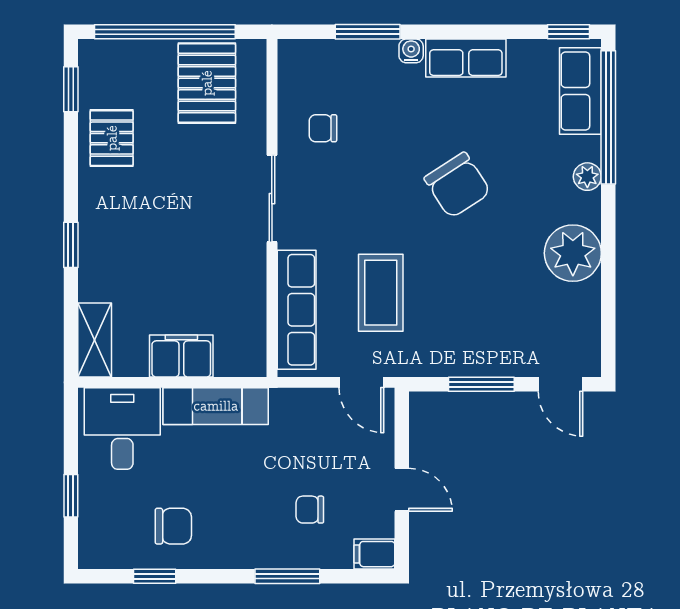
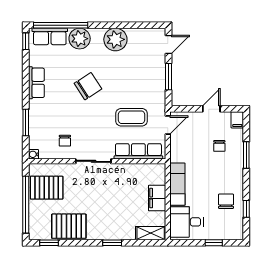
water cooler: (411, 51) -> (34, 154), moved
pallet: (112, 138) -> (69, 226), width x1.50, depth x1.42
plant: (587, 177) -> (80, 39), width x1.88, depth x1.88

